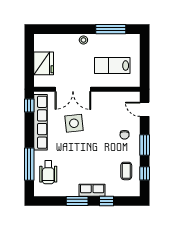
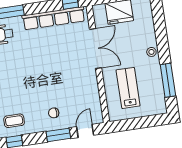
double door: (73, 89) -> (95, 48), swing flipped
side table: (74, 123) -> (58, 55), removed
window: (145, 145) -> (58, 135), moved

